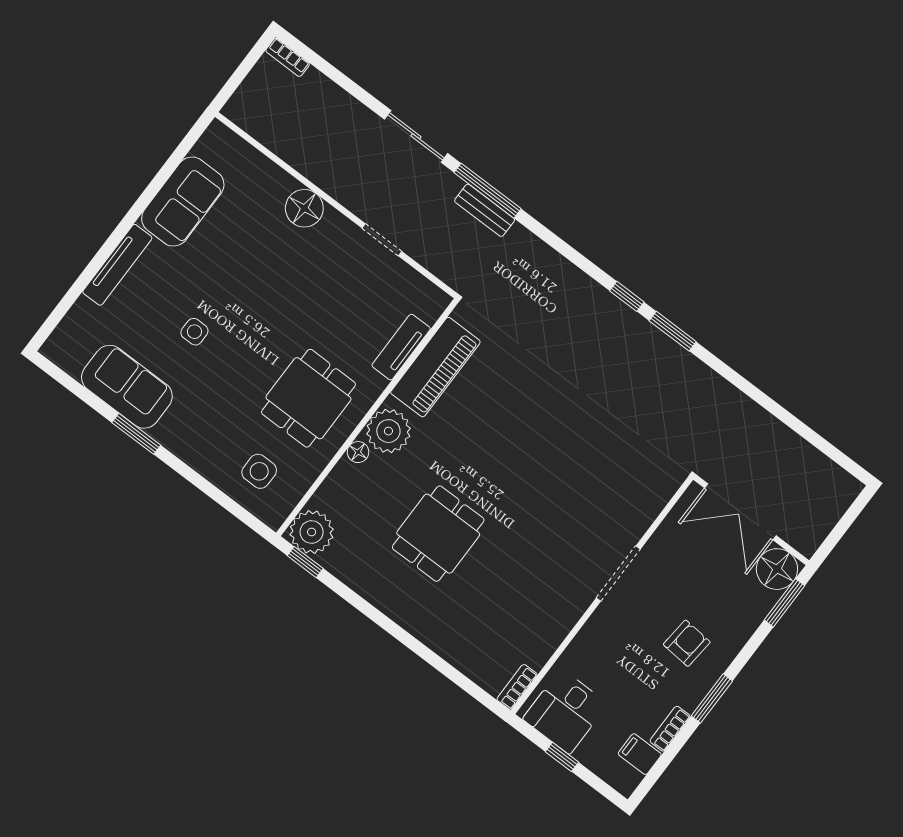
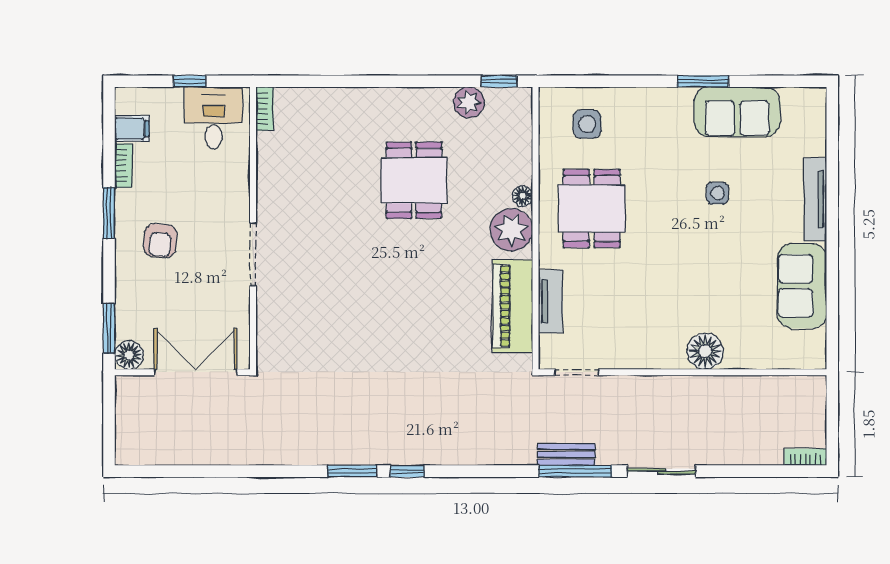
doorway: (382, 240) -> (577, 372), moved
plant: (312, 532) -> (469, 102), moved, width x0.73, depth x0.73
floor lamp: (777, 569) -> (129, 355), width x0.73, depth x0.73

